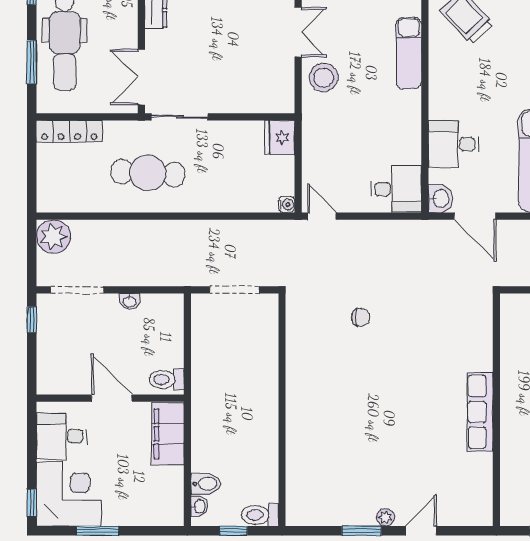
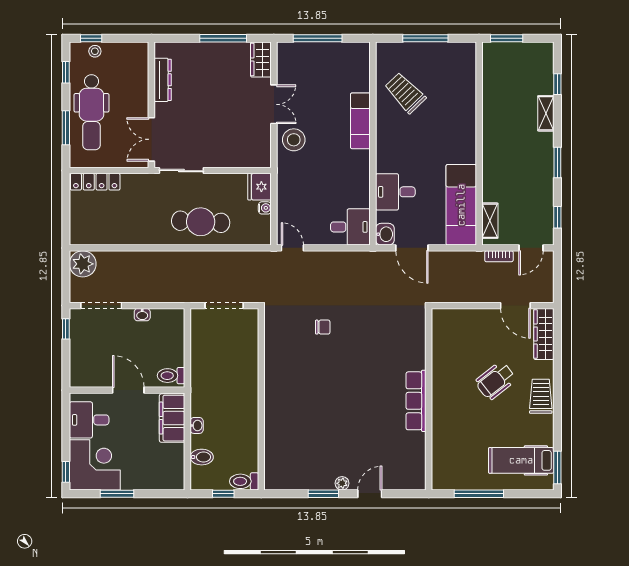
cafe table: (148, 173) -> (201, 222), moved
water cooler: (287, 204) -> (265, 208), moved
washbasin: (199, 506) -> (197, 425), moved

